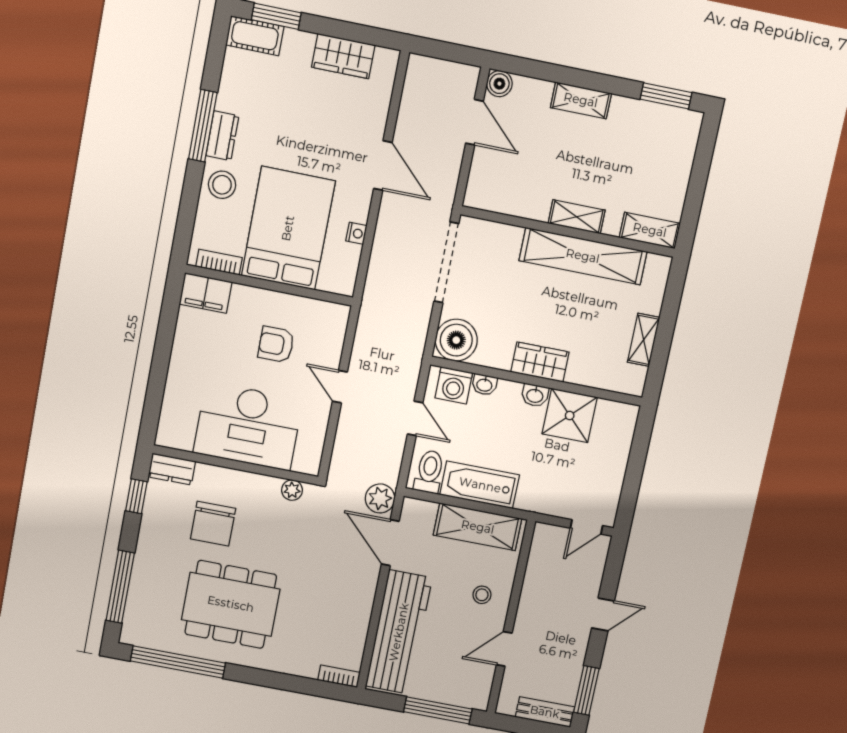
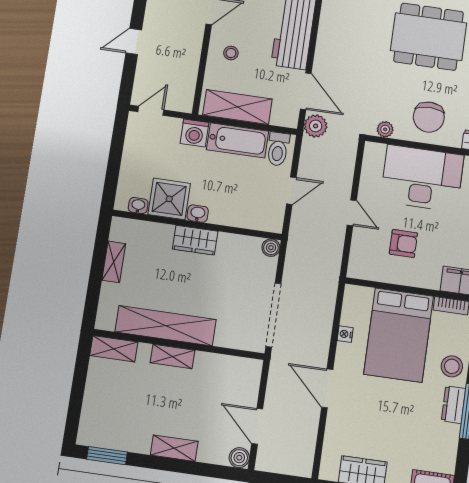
boiler: (456, 340) -> (271, 248), width x0.54, depth x0.54
washing machine: (454, 385) -> (194, 133), moved, turned 180
washbasin: (484, 385) -> (138, 206), moved
door: (415, 418) -> (291, 191), swing flipped
chair: (213, 524) -> (429, 117), moved, turned 180

